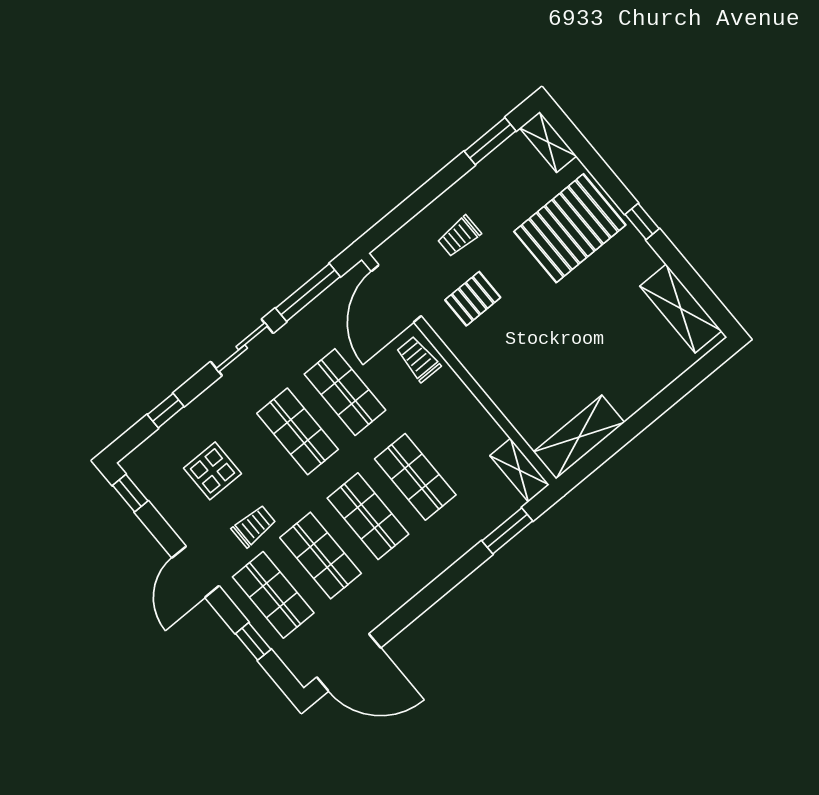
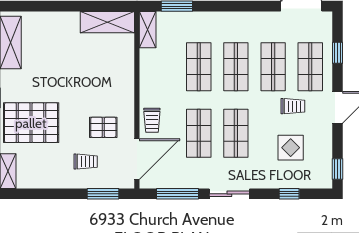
window: (490, 141) -> (103, 194), moved
trolley: (254, 526) -> (293, 106), turned 180

